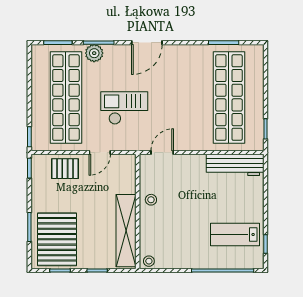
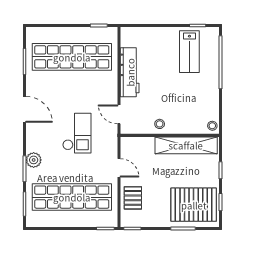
door: (147, 43) -> (25, 109), moved
plant: (94, 53) -> (34, 160), moved
checkout: (124, 108) -> (77, 133), moved, turned 180
workbench: (235, 165) -> (130, 72), moved

